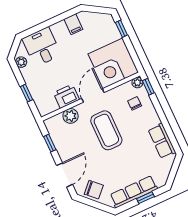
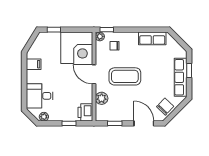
printer: (66, 96) -> (85, 112), moved

